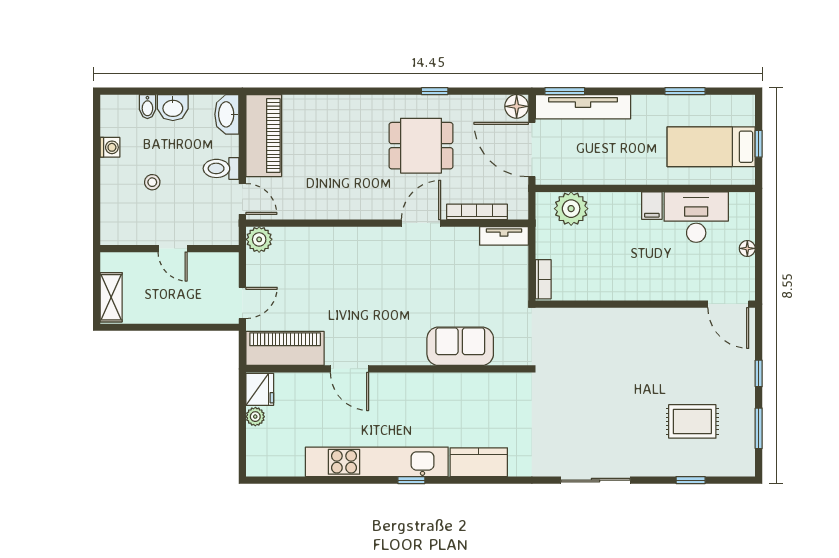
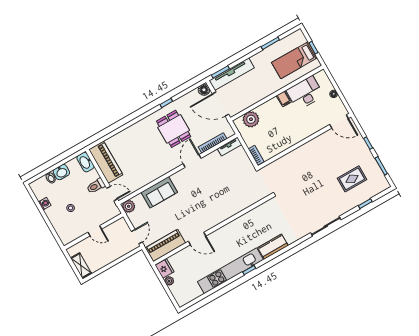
dining table: (421, 146) -> (174, 129), turned 90
sofa: (460, 346) -> (159, 192), moved, turned 180

